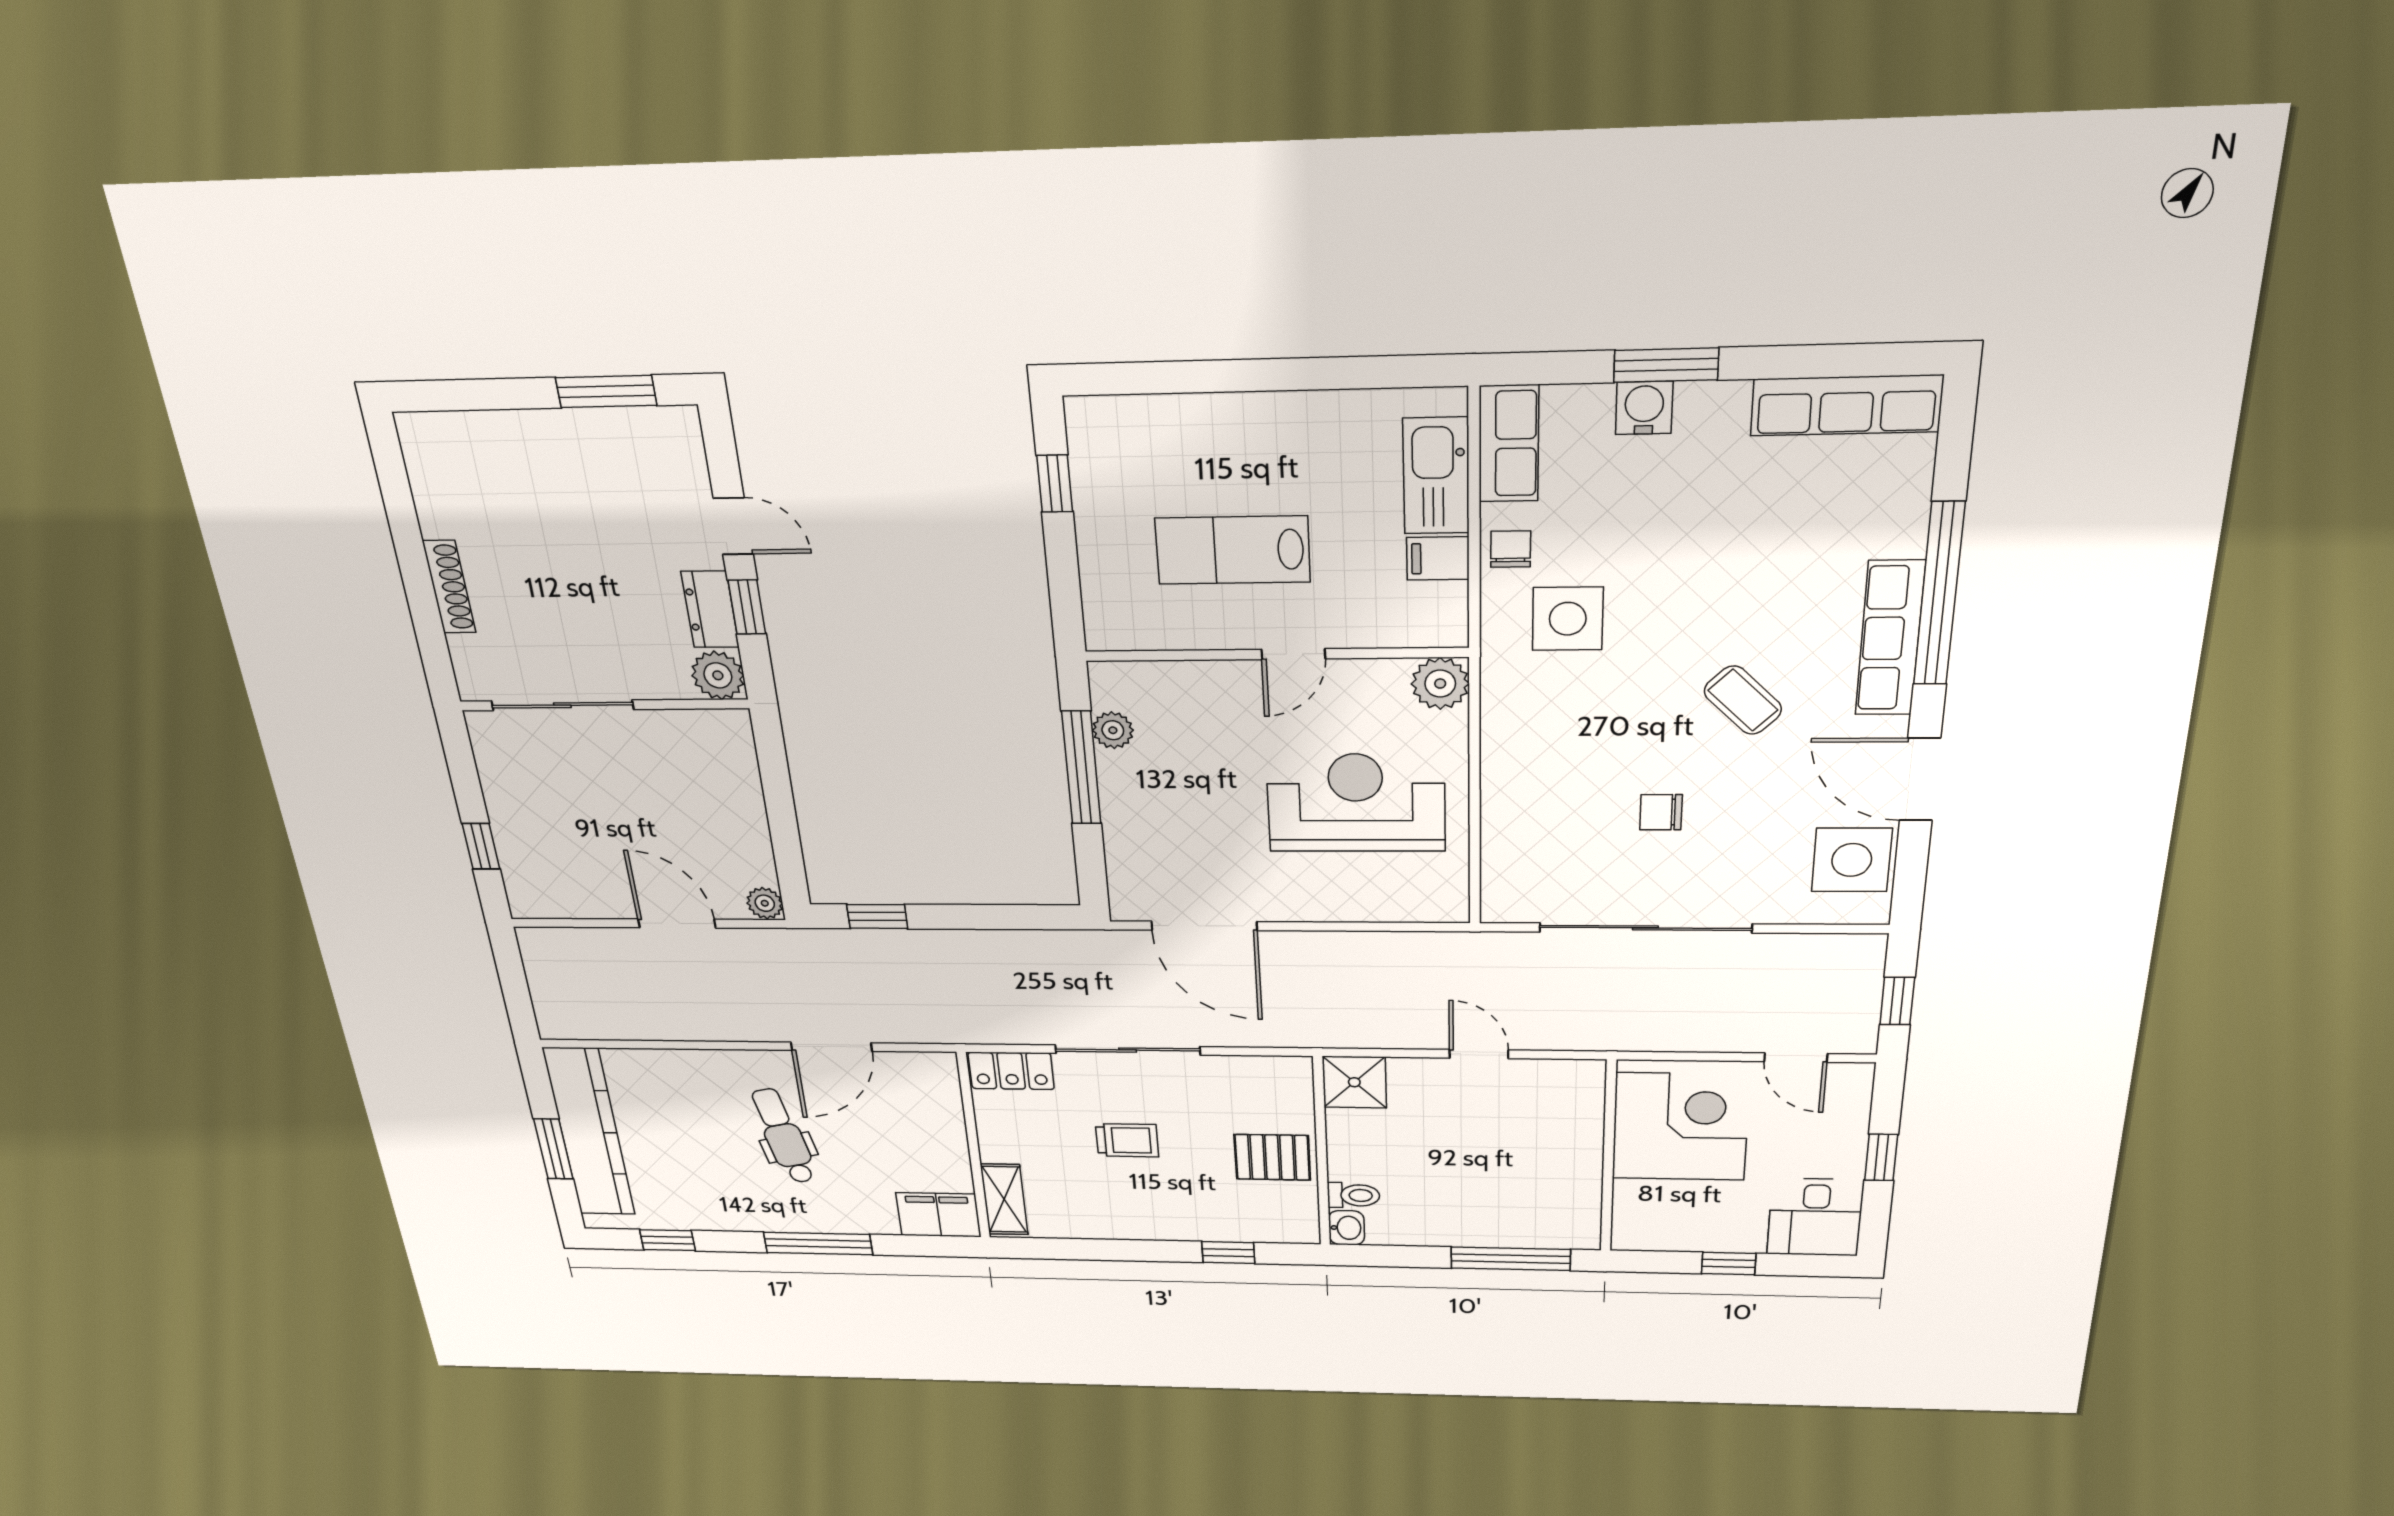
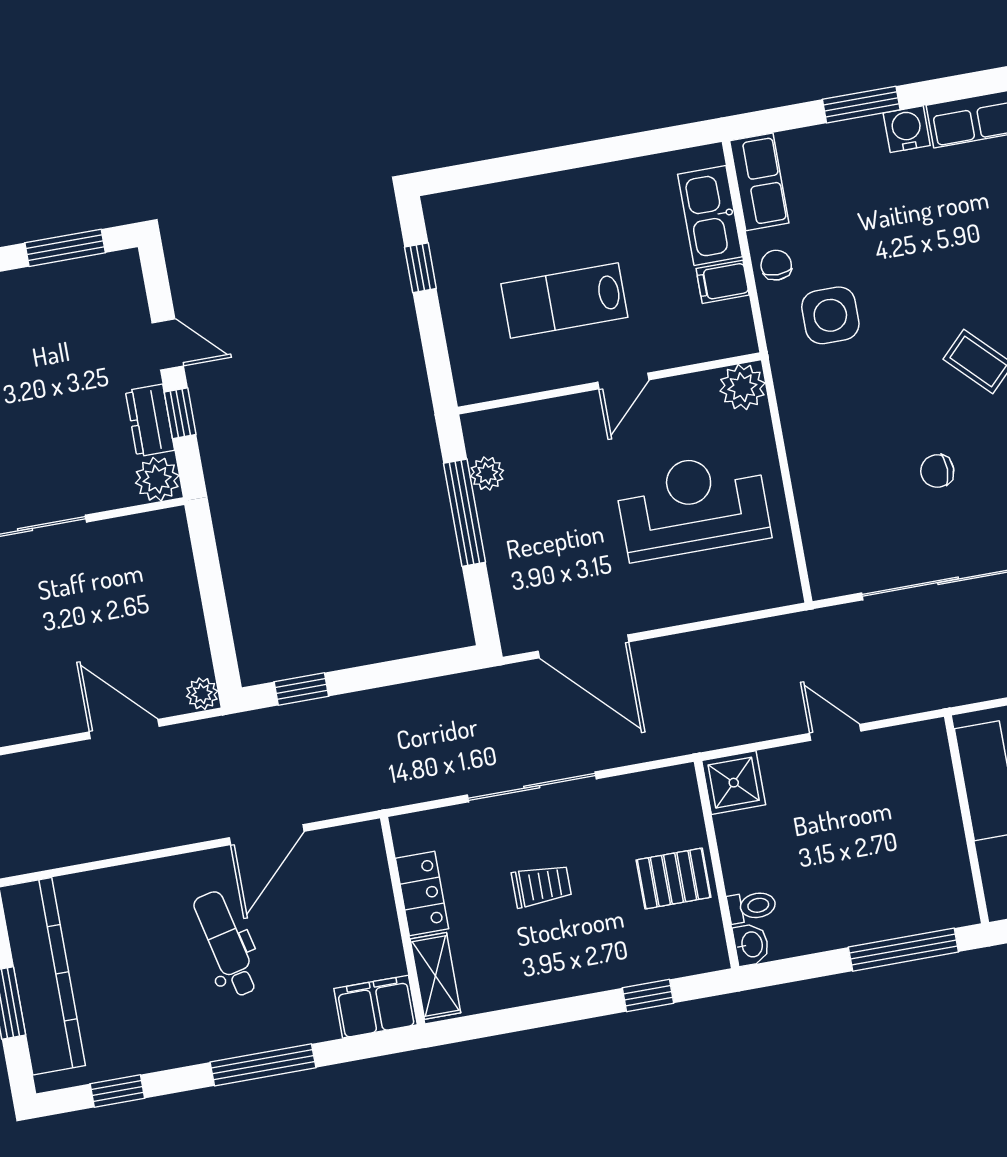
water cooler: (1644, 408) -> (907, 129), moved
locker: (1011, 1071) -> (422, 893), moved, turned -90

